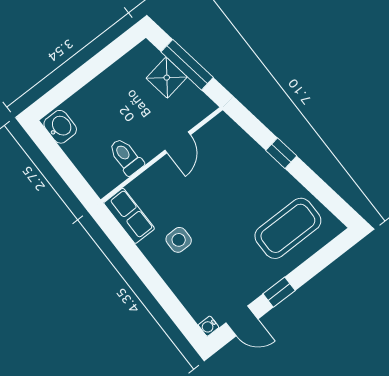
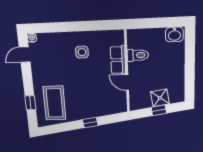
window: (187, 65) -> (159, 110), width x0.46
row of seats: (129, 216) -> (118, 60), moved, turned 90
window: (279, 292) -> (30, 103), moved

